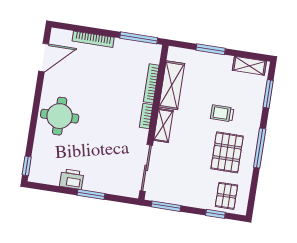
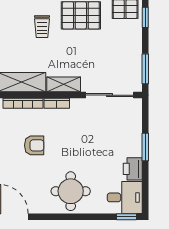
armchair: (109, 88) -> (34, 145), added
desk: (45, 167) -> (125, 197), added

